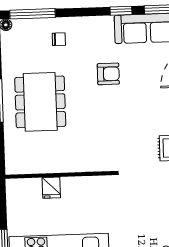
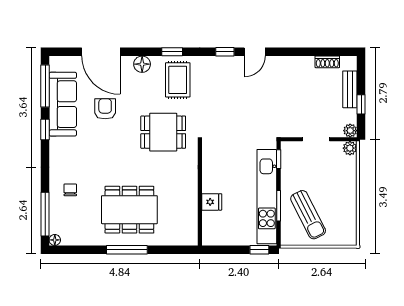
armchair: (108, 74) -> (105, 109), moved
dining table: (123, 134) -> (163, 132), added

